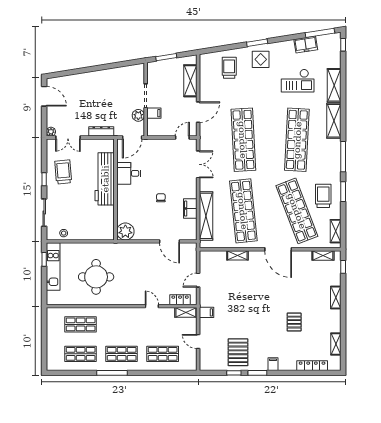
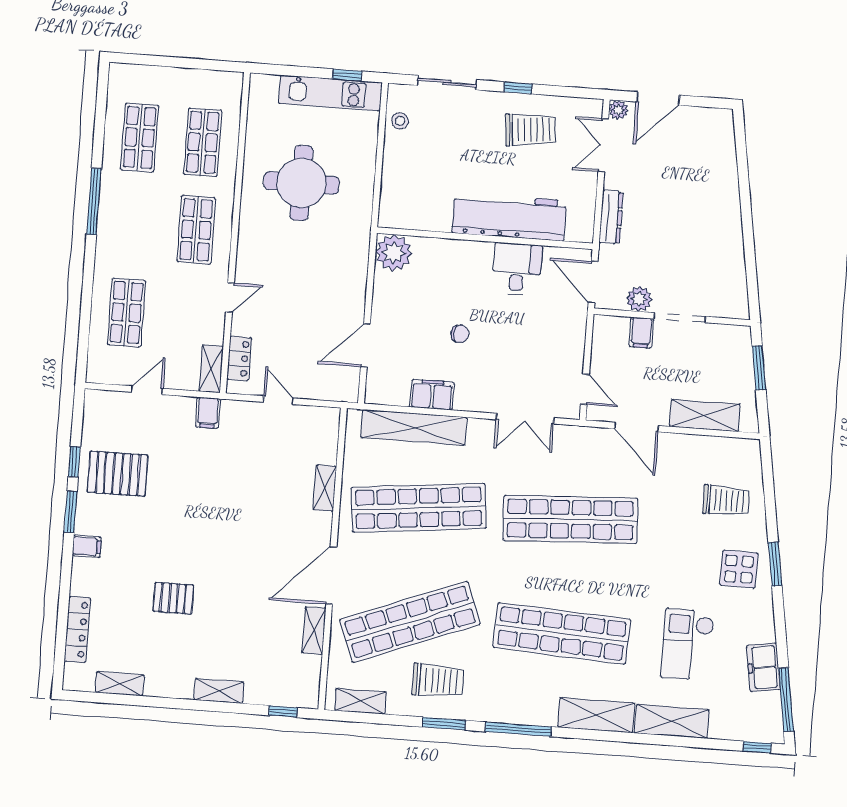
door: (44, 96) -> (658, 98), moved
shelving: (323, 255) -> (314, 630), moved
shop shelf: (122, 354) -> (196, 230), moved

